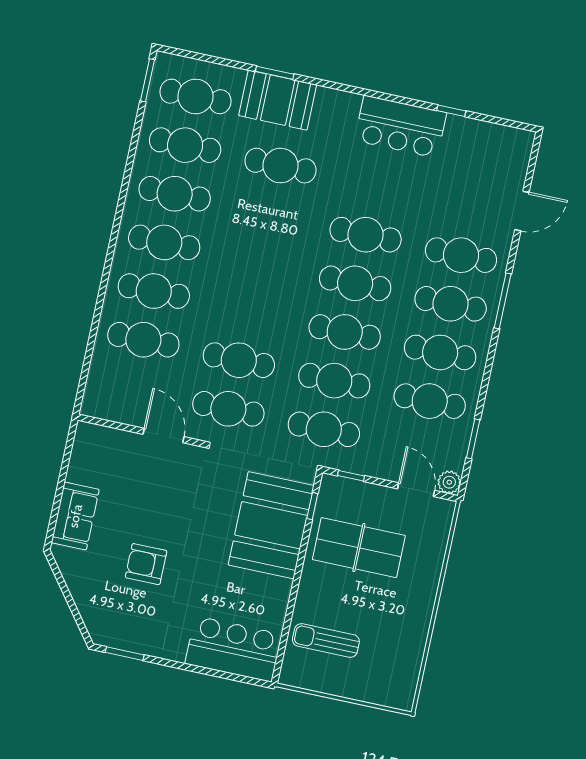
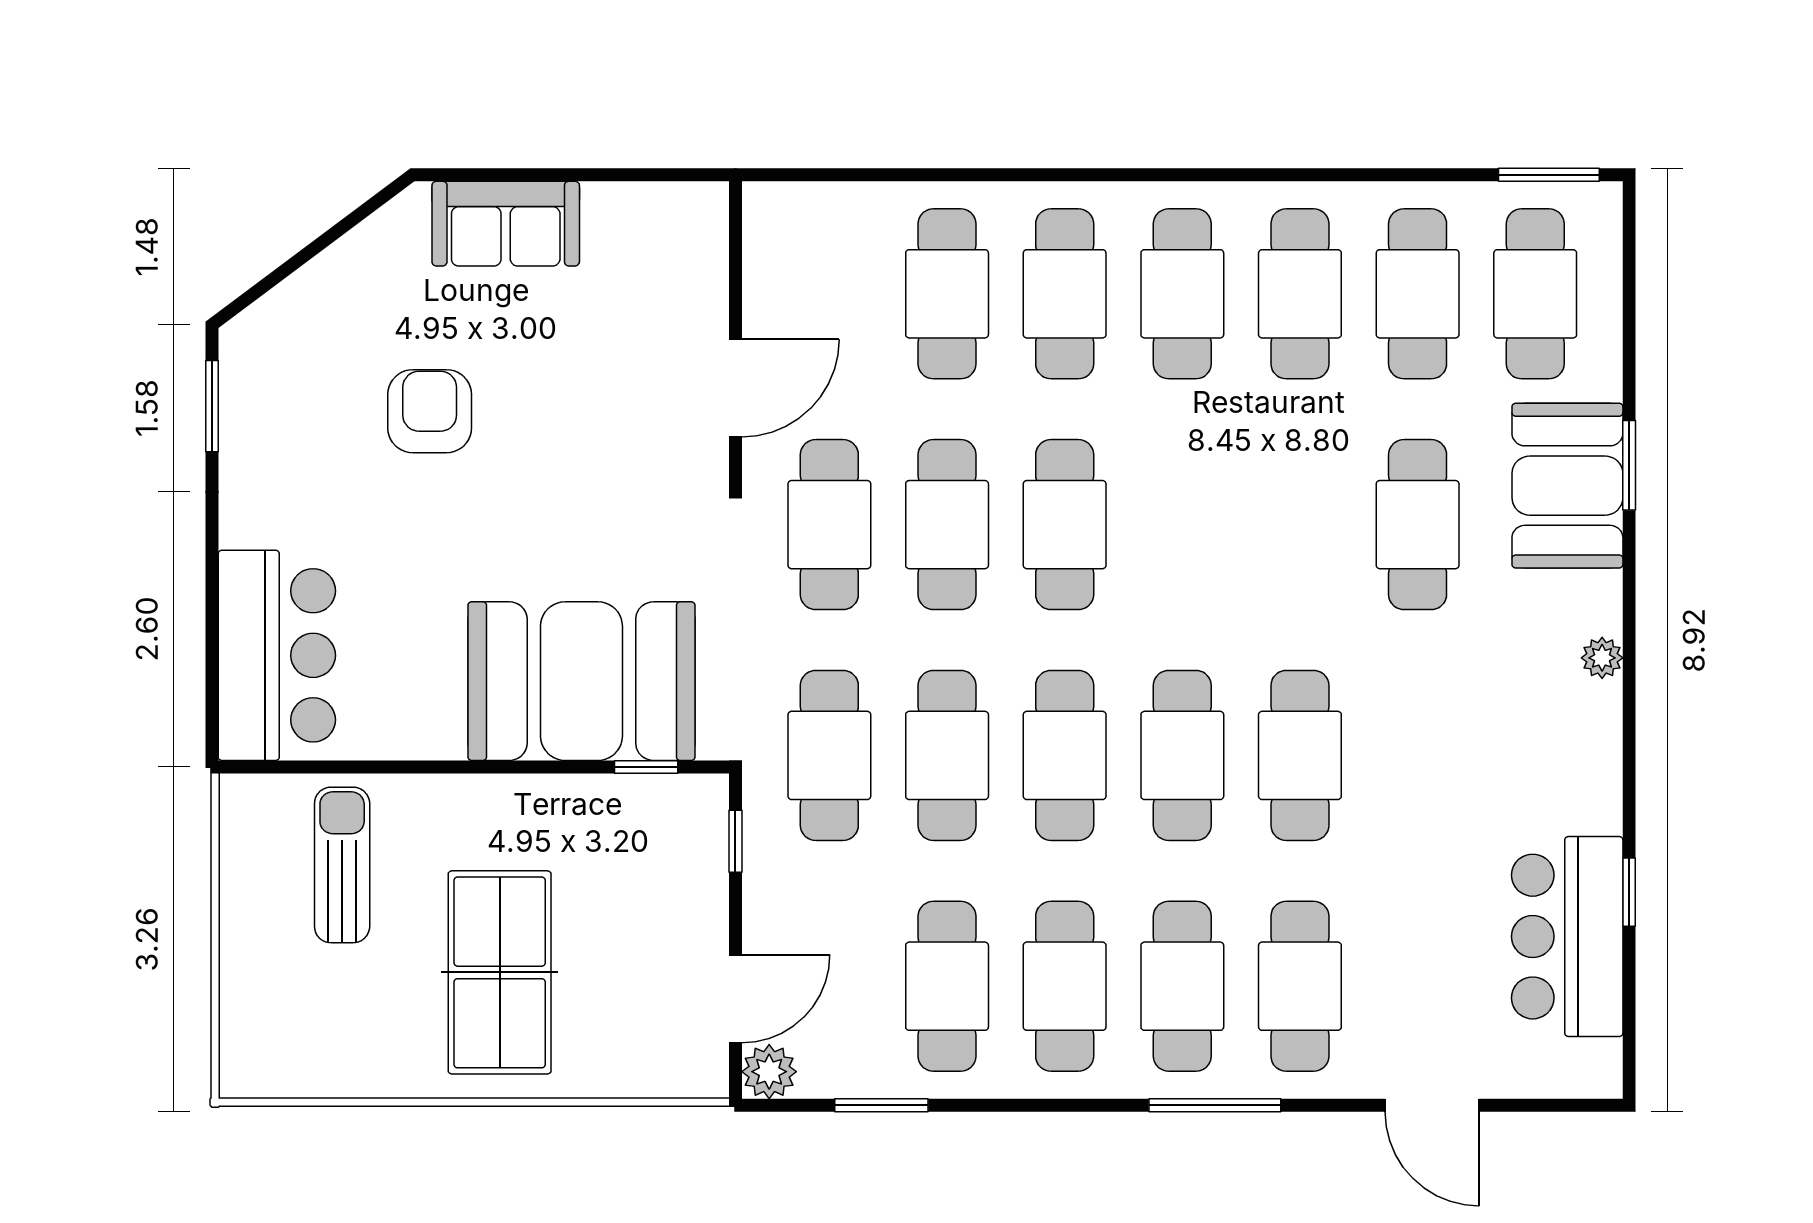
plant: (352, 101) -> (1602, 658), added
bar counter: (401, 127) -> (1567, 937), moved
cafe table: (249, 312) -> (1065, 525), added
table tennis table: (359, 548) -> (500, 972), moved

